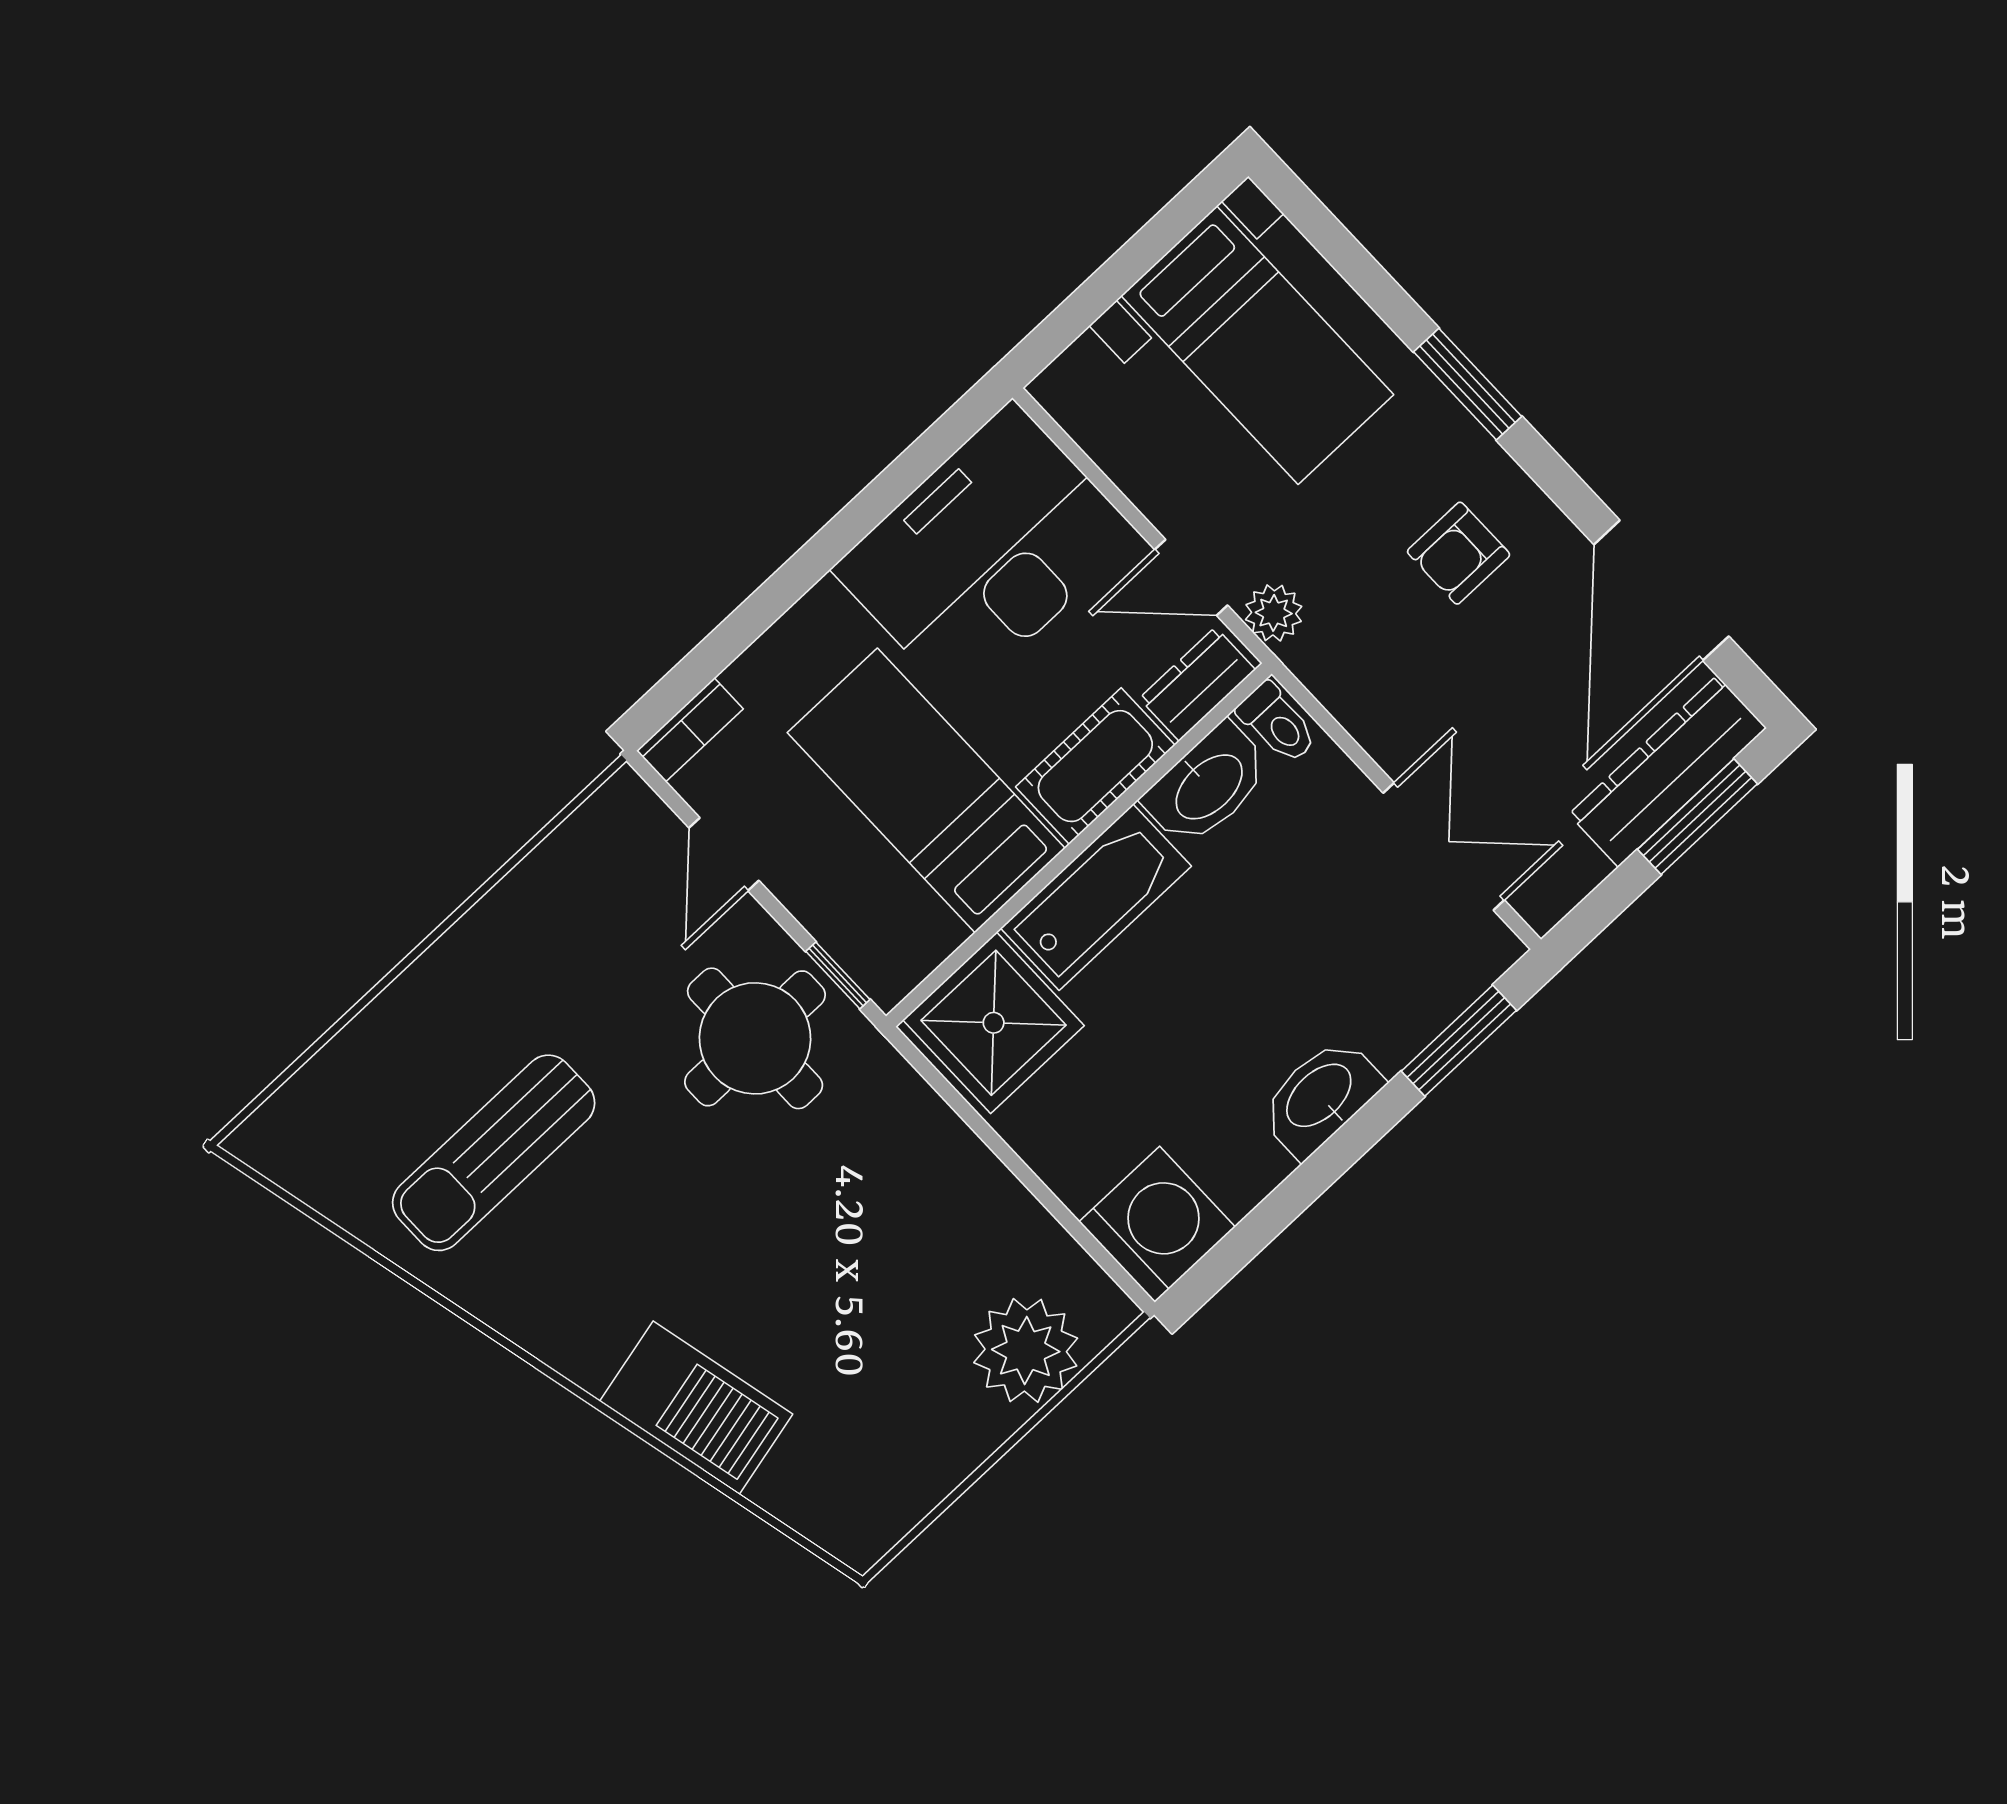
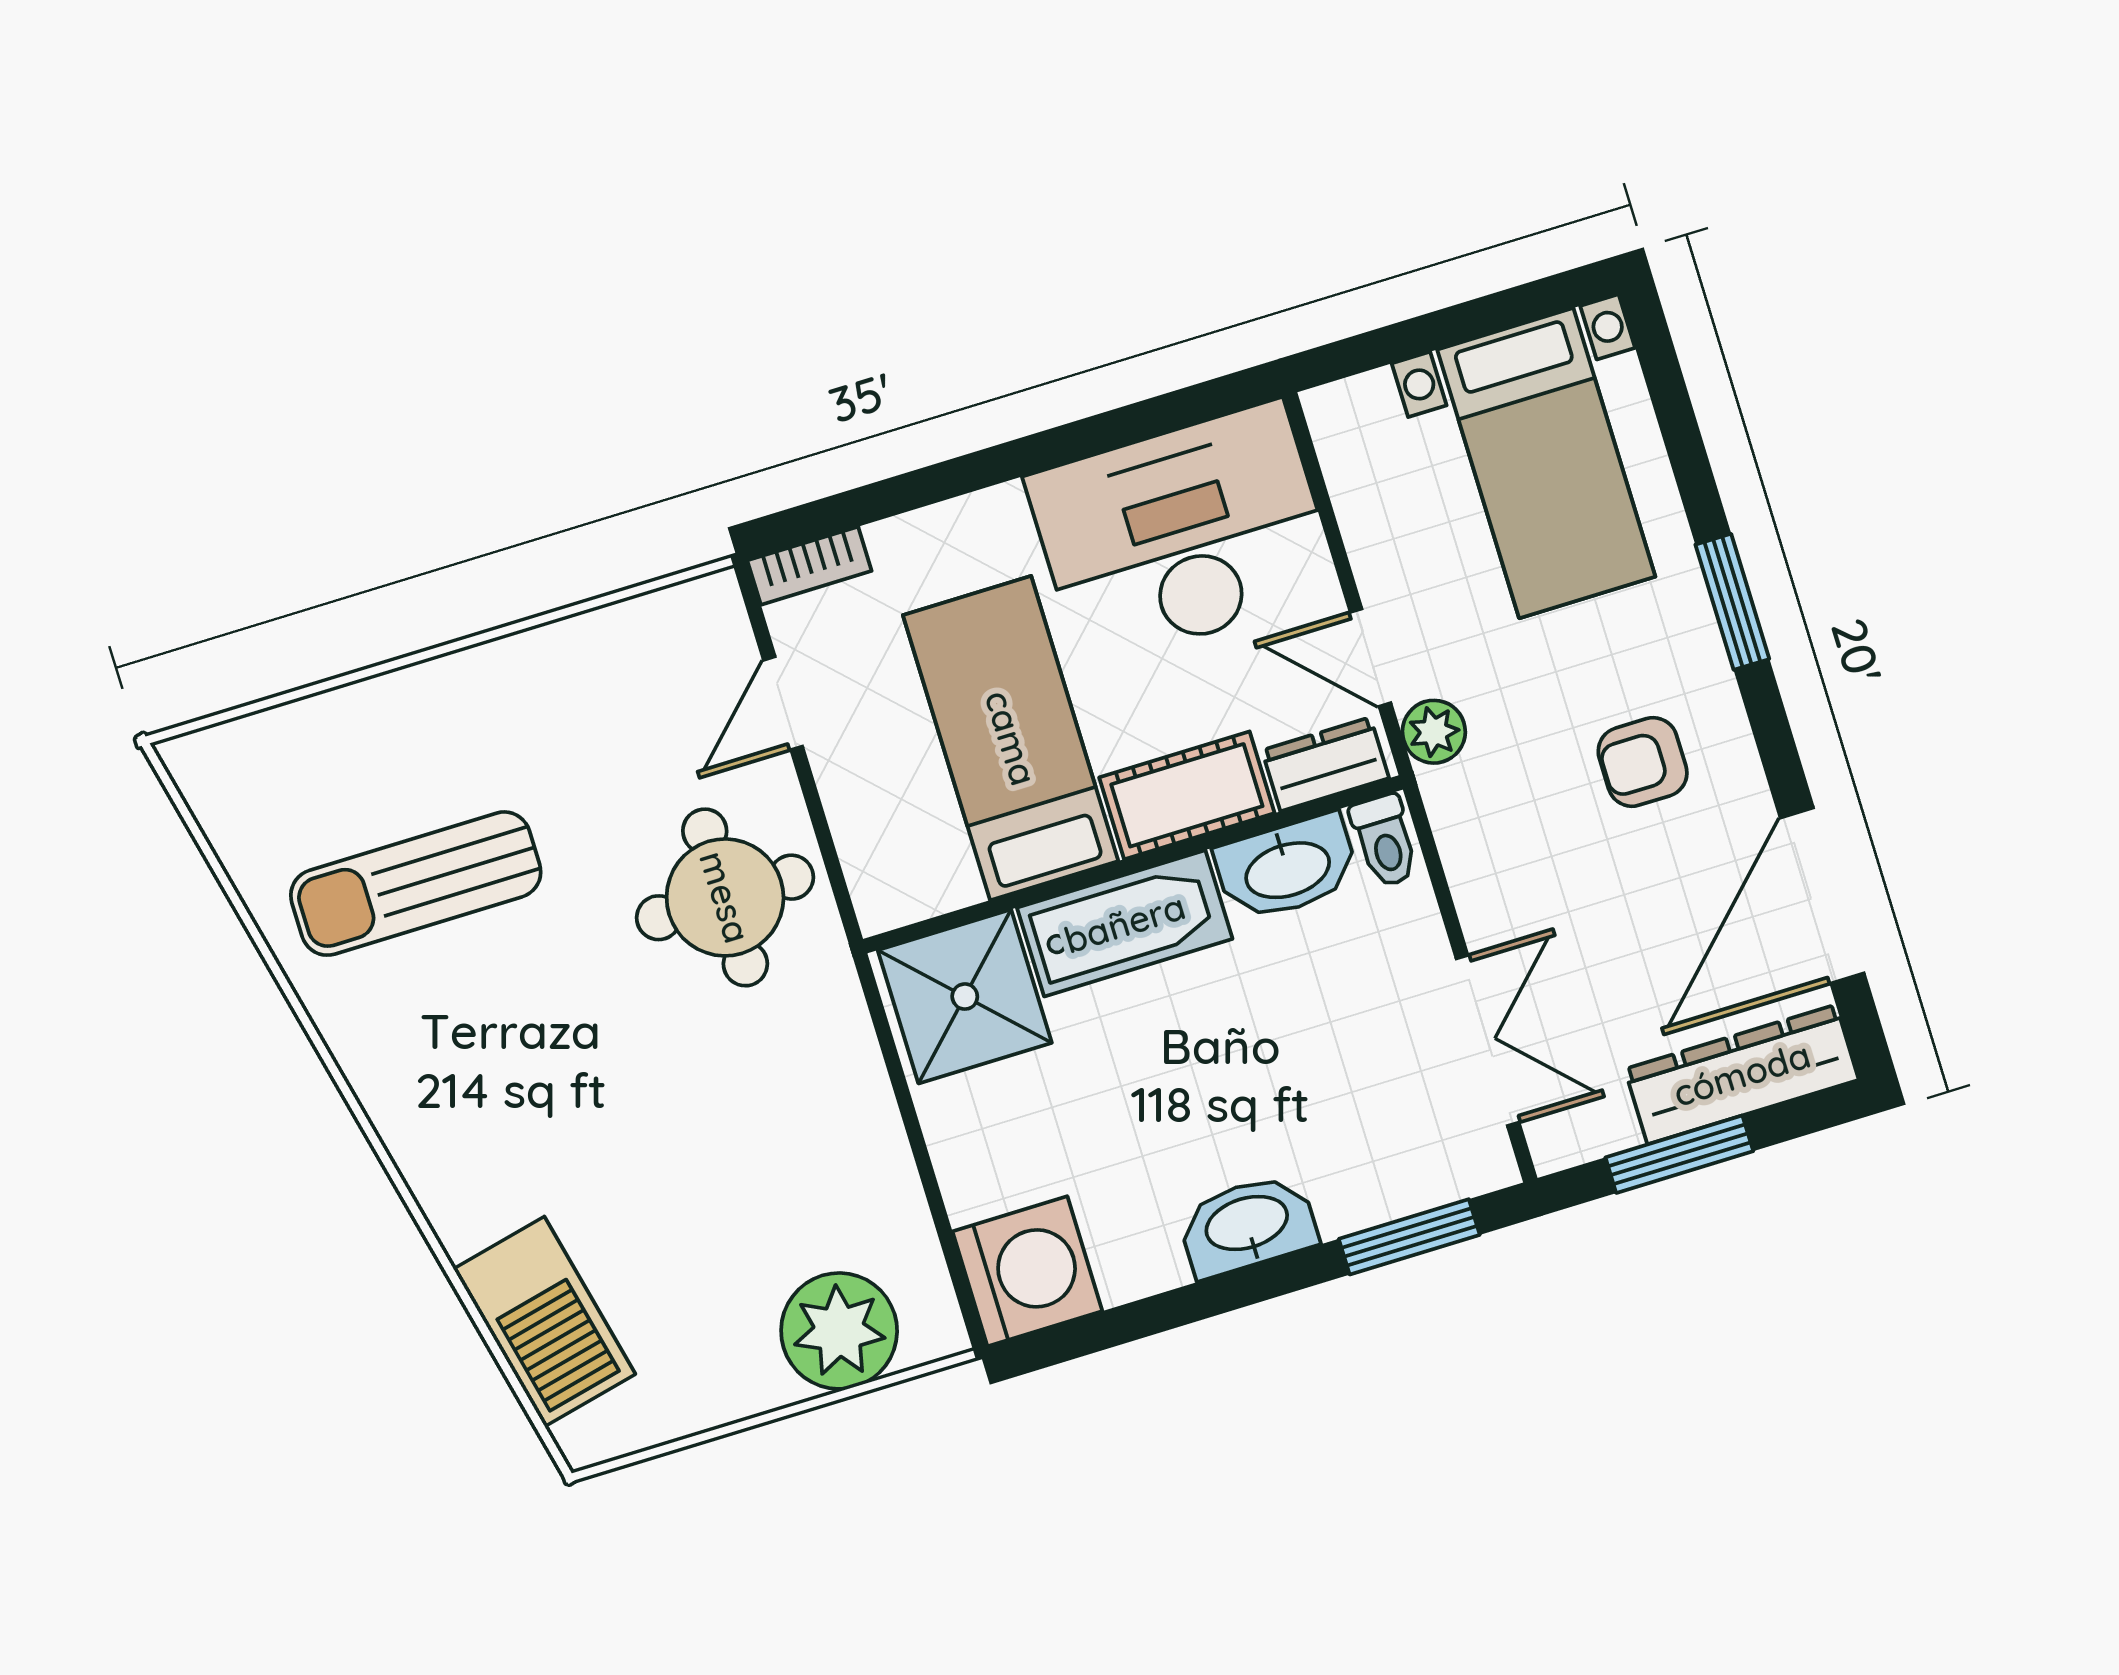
window: (1697, 817) -> (1679, 1154), moved
window: (838, 975) -> (836, 876), removed
barbecue: (696, 1408) -> (544, 1322), moved

